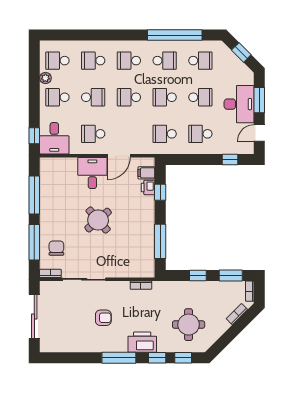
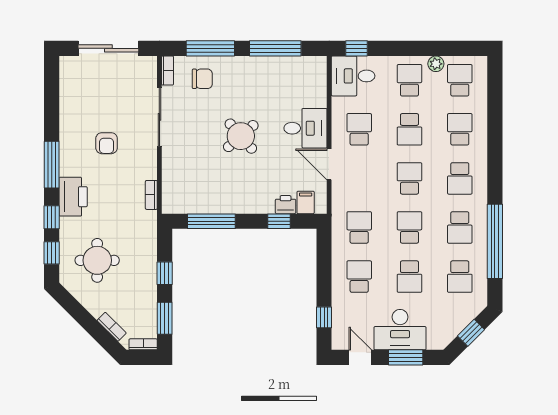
school desk: (129, 61) -> (460, 178), turned 180

